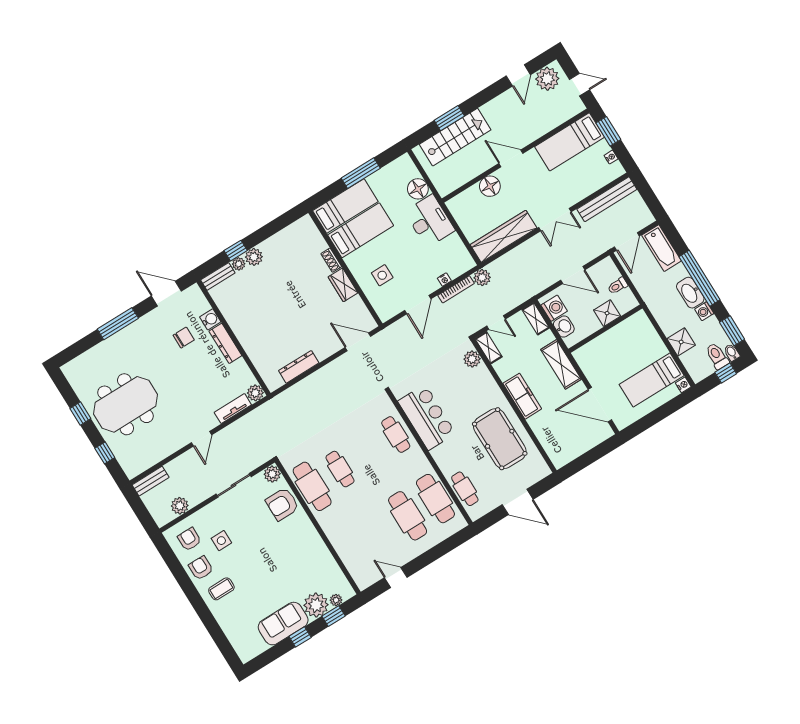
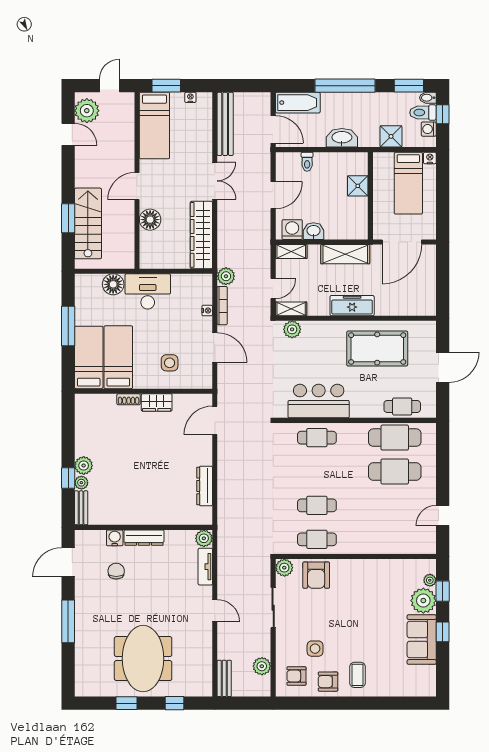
washbasin: (690, 293) -> (342, 138), moved, turned 180
washing machine: (704, 311) -> (429, 129), moved, turned 90
shower: (607, 313) -> (358, 186), moved
wall: (605, 329) -> (370, 196), moved
cafe table: (312, 486) -> (317, 539), width x0.73, depth x0.74

